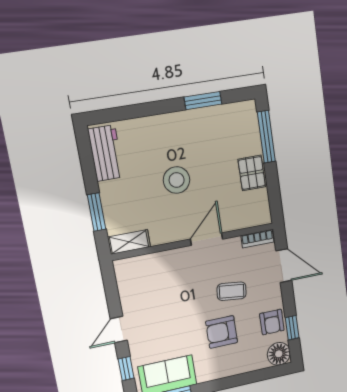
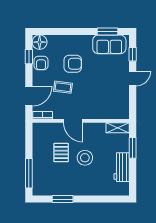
workbench: (106, 153) -> (122, 167), moved
pallet: (252, 173) -> (61, 153), moved
door: (207, 239) -> (73, 121), hinge flipped
door: (284, 266) -> (29, 96), swing flipped
armchair: (272, 322) -> (41, 63), turned 180

